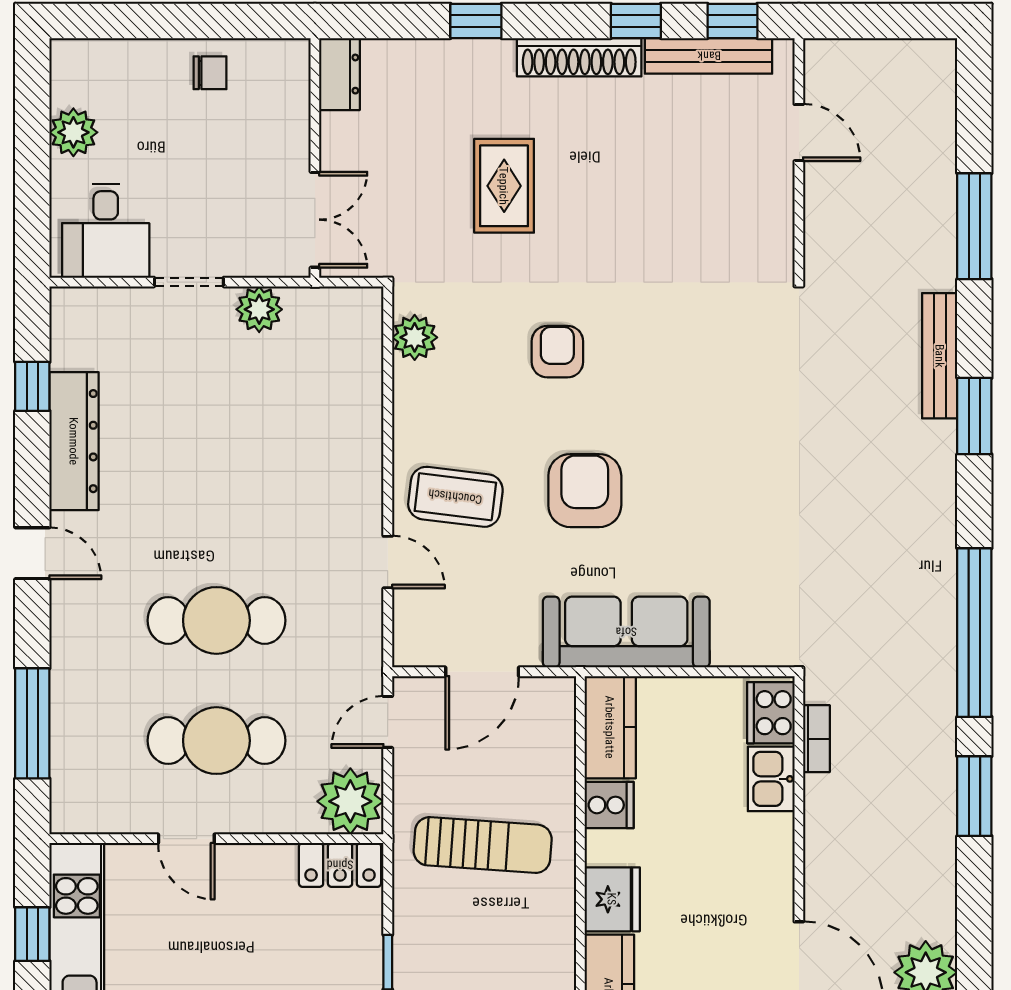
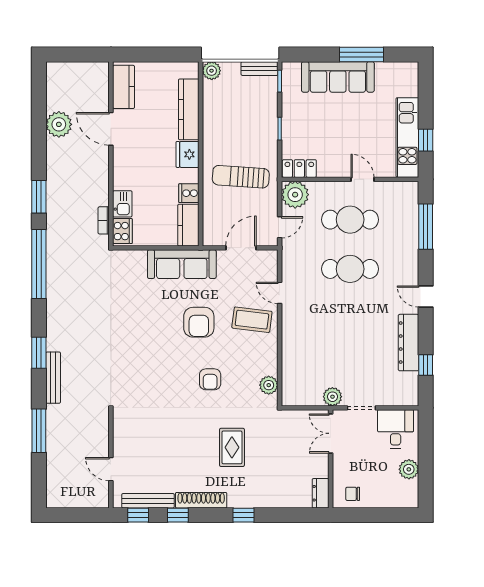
dresser: (340, 74) -> (321, 493), moved
wall: (315, 158) -> (331, 459), moved
double door: (315, 220) -> (331, 433), moved

